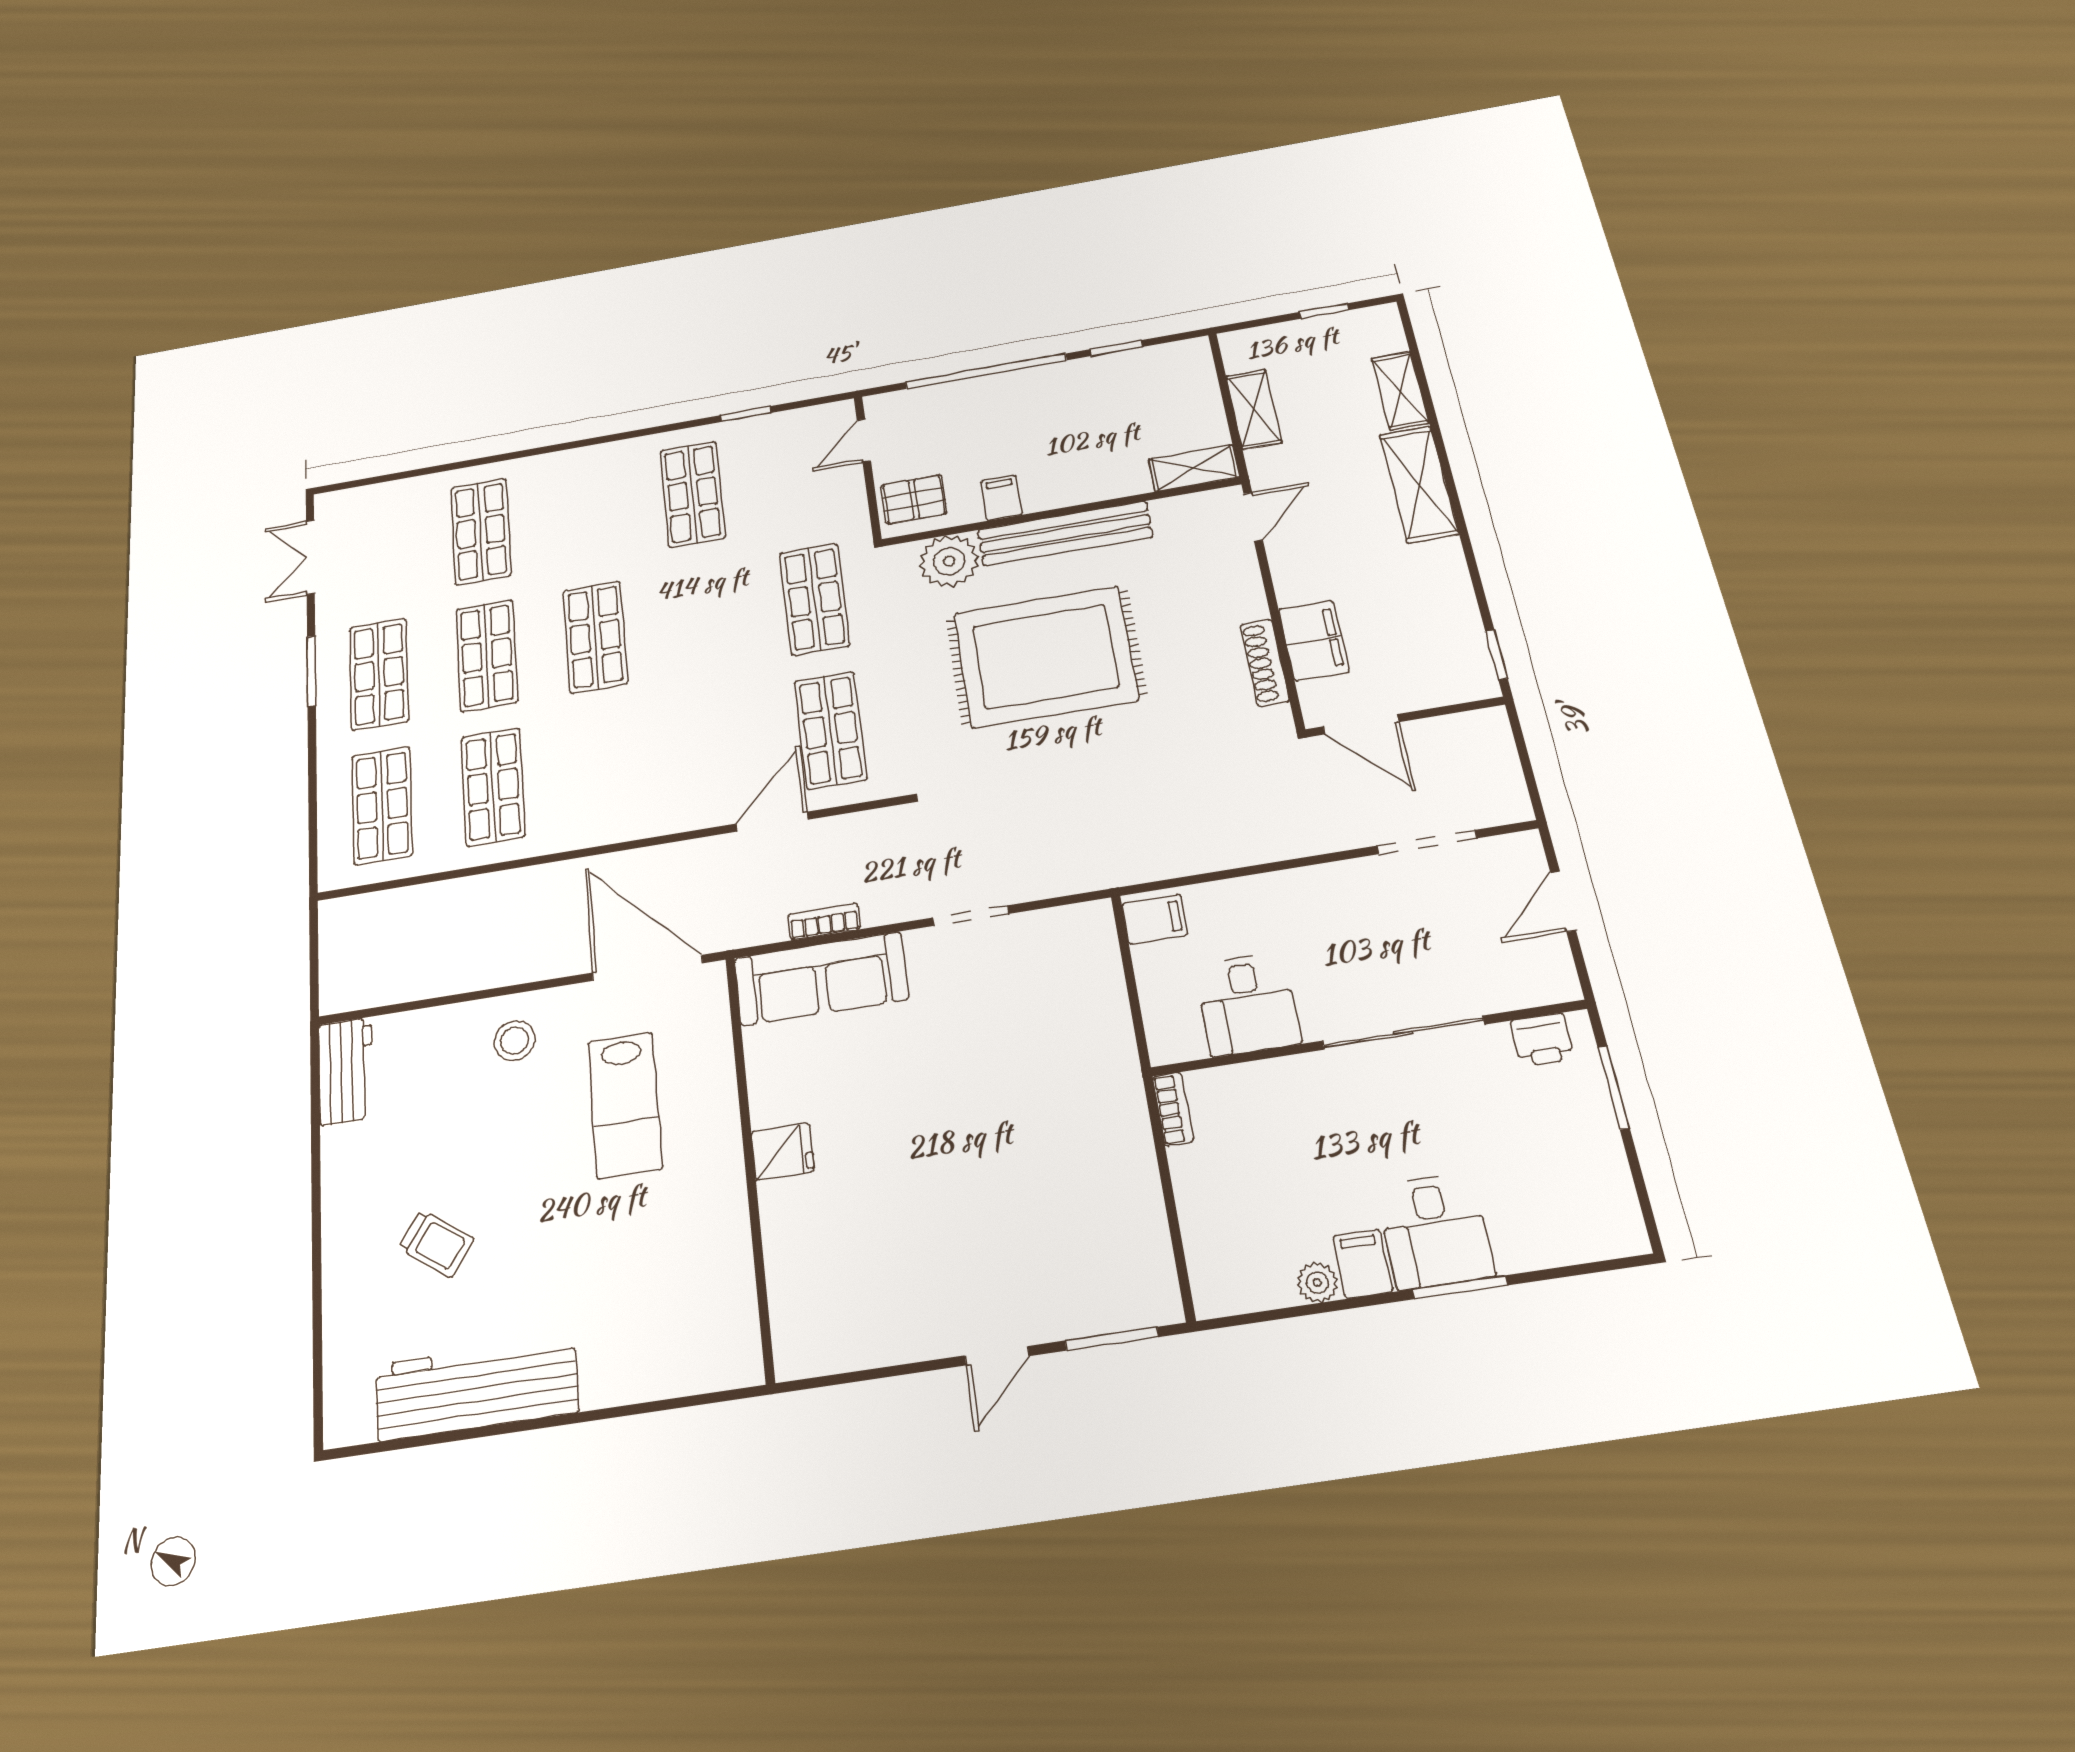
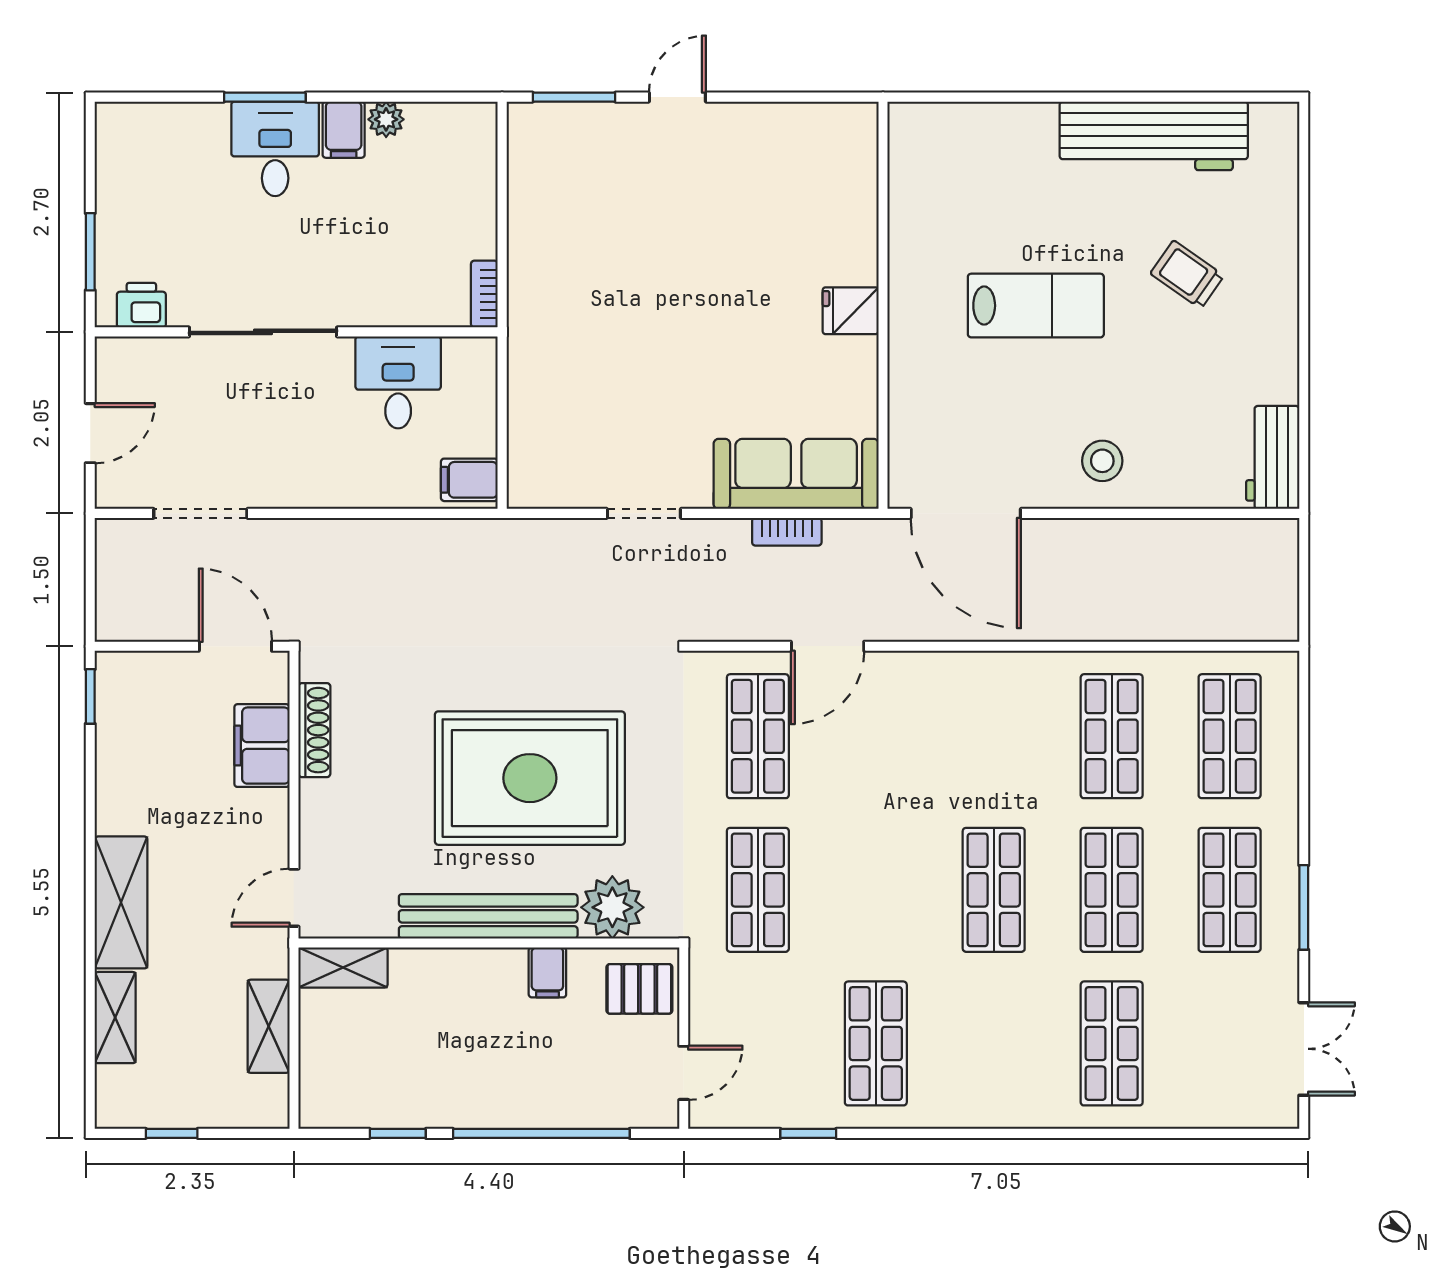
lab bench: (625, 1105) -> (1036, 306), moved, turned 90

